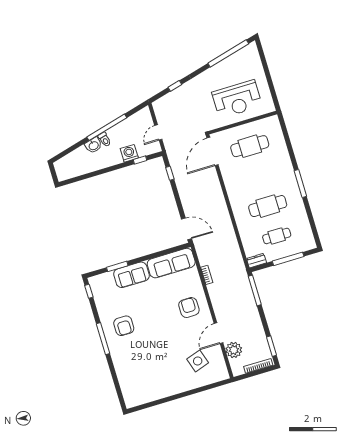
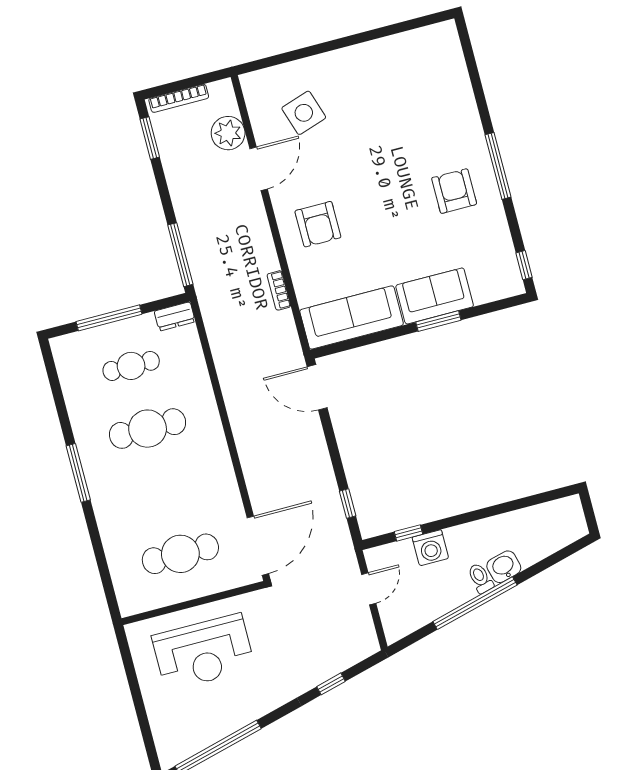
reception desk: (237, 99) -> (203, 652), turned 180
window: (117, 266) -> (438, 321), moved

